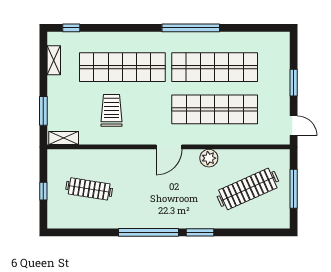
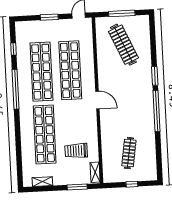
window: (71, 28) -> (13, 49), moved
trolley: (112, 110) -> (76, 151), moved
plant: (209, 158) -> (104, 72), removed

